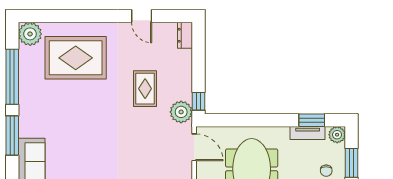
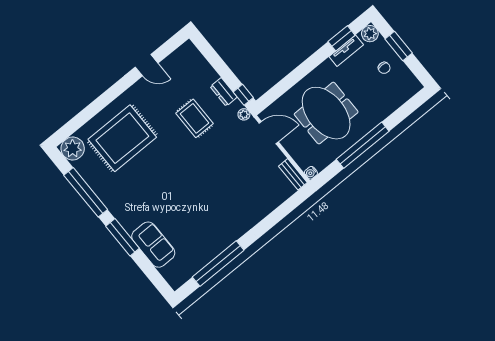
dresser: (185, 35) -> (224, 92), moved
plant: (181, 112) -> (244, 114), width x0.53, depth x0.53

